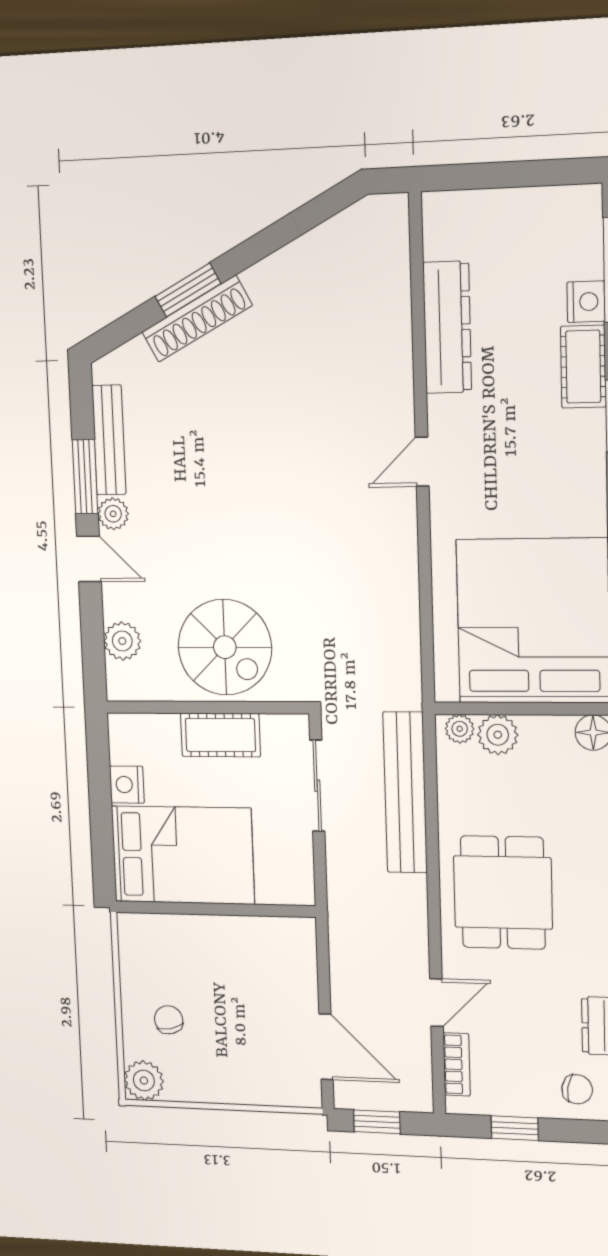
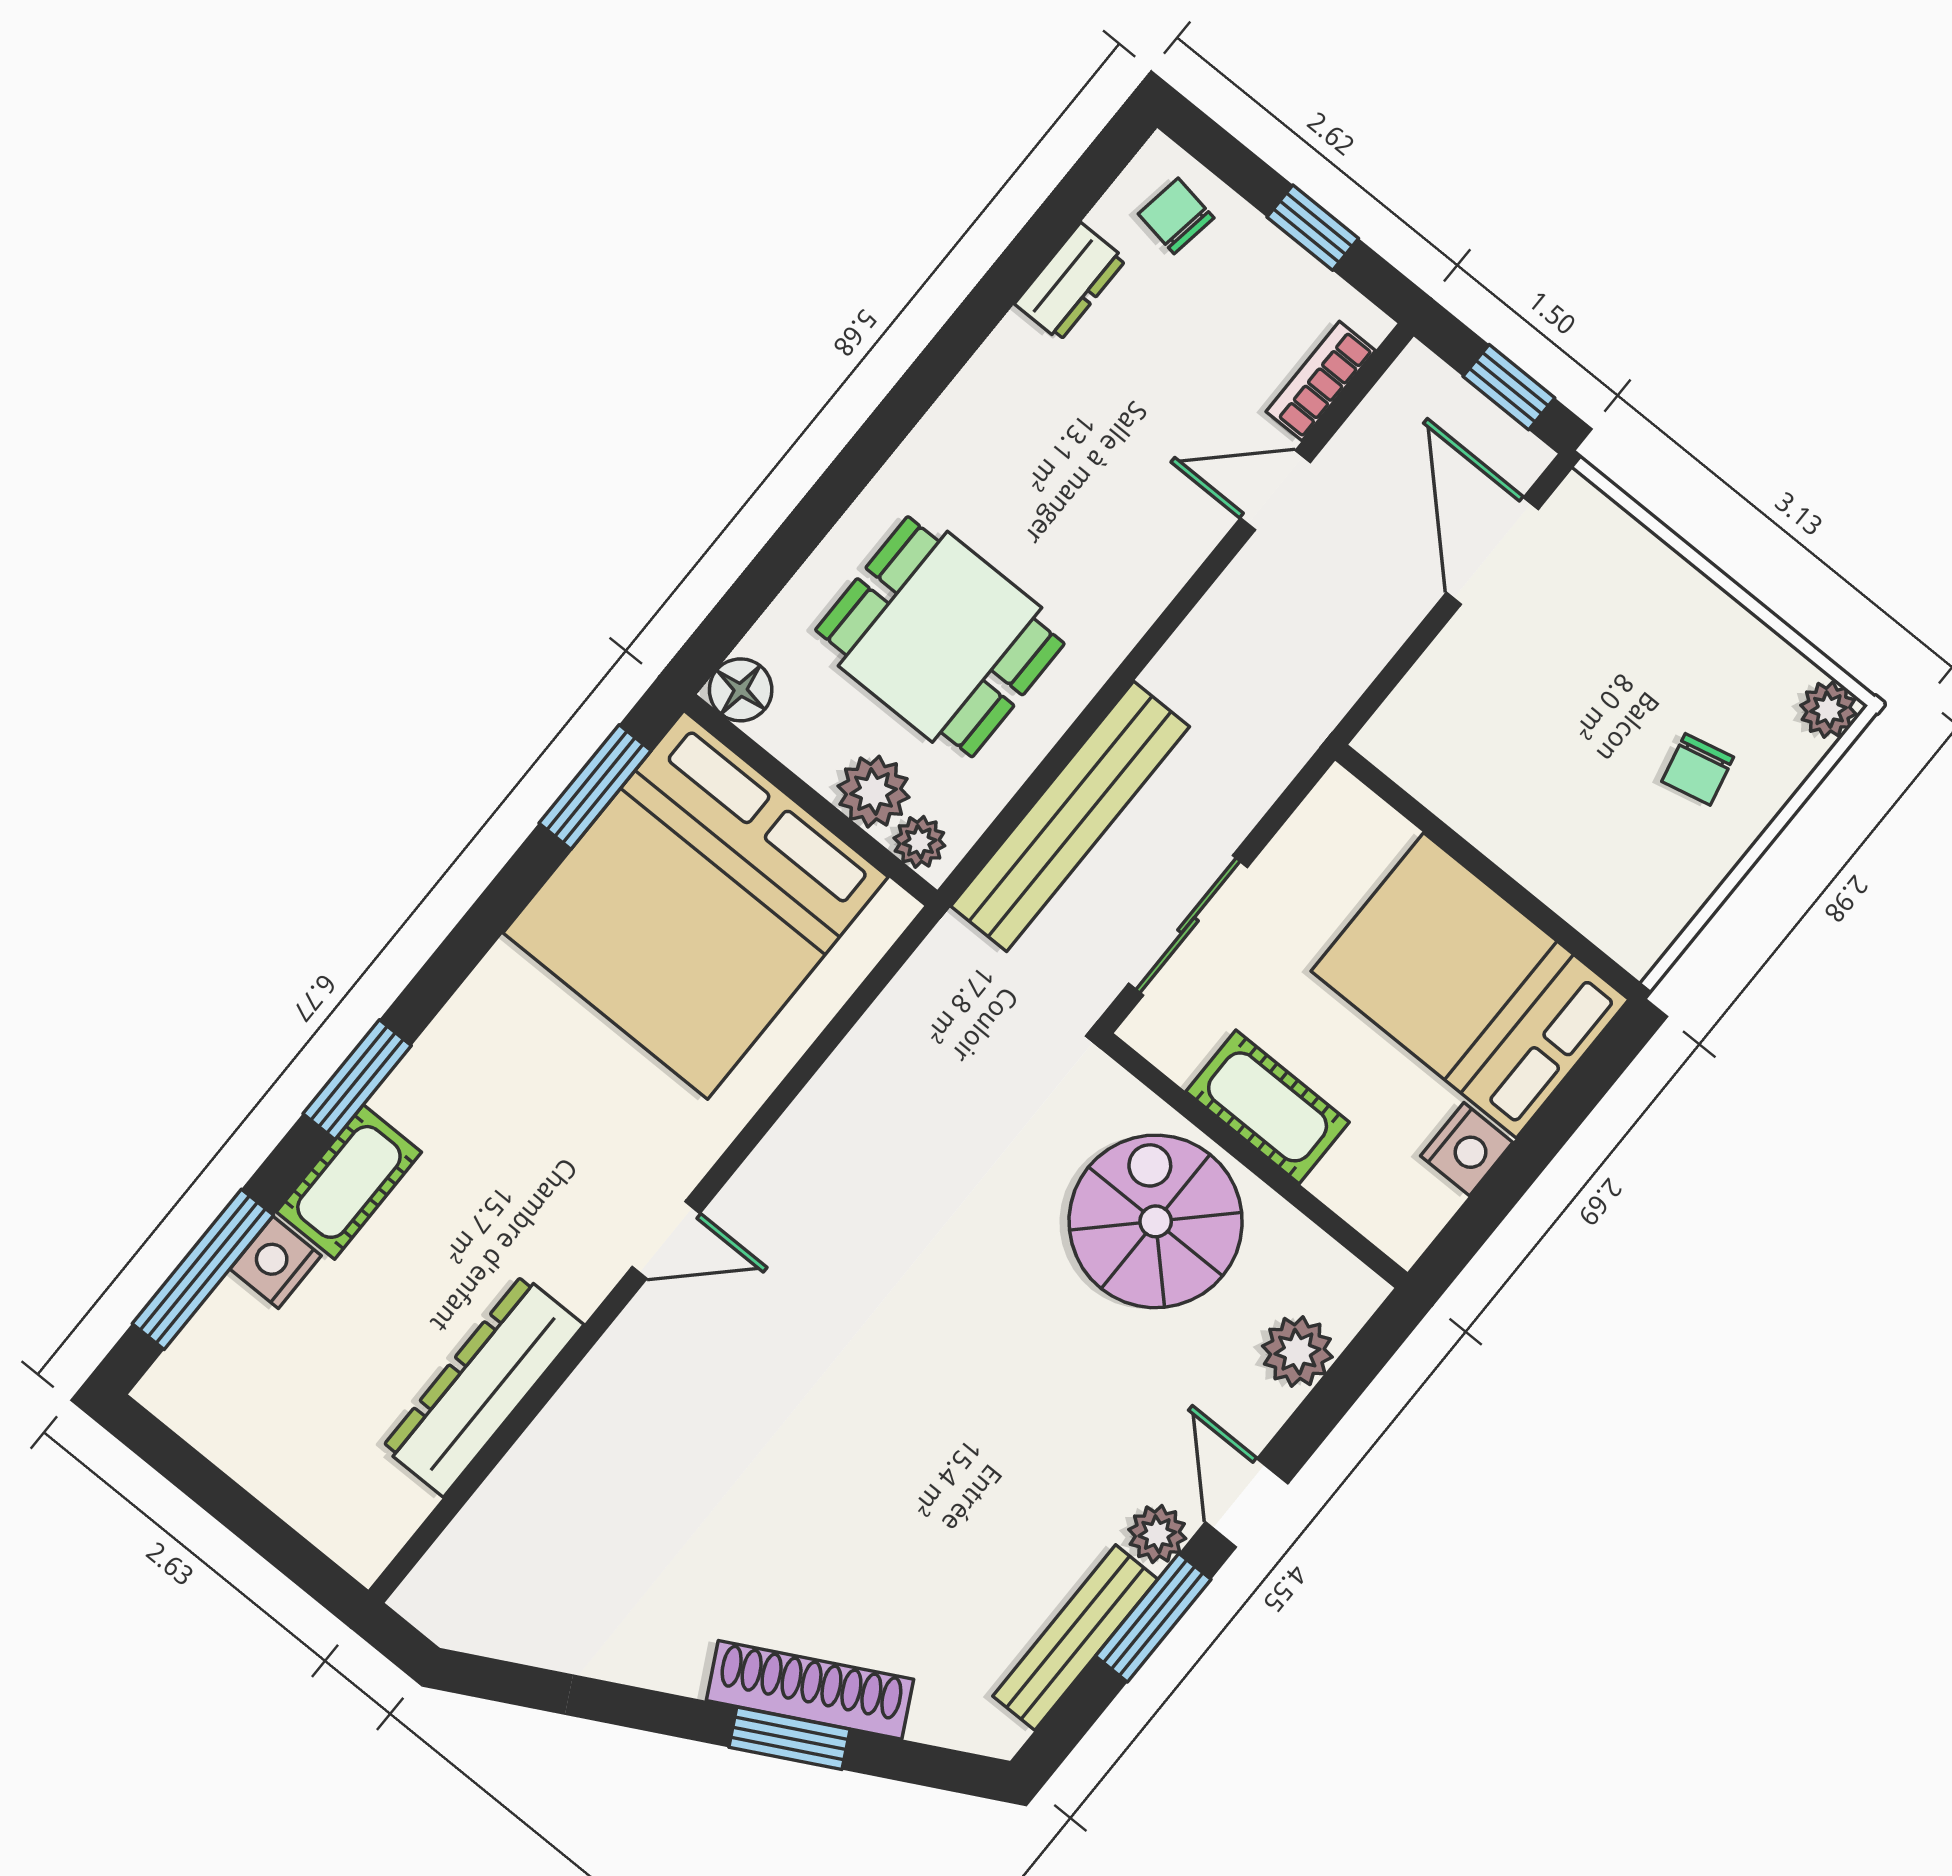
dining table: (503, 892) -> (940, 637), moved, turned 90
plant: (144, 1081) -> (1828, 710), width x0.73, depth x0.73

